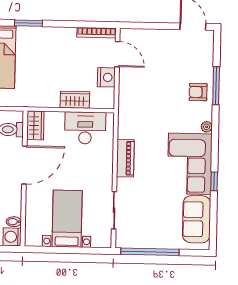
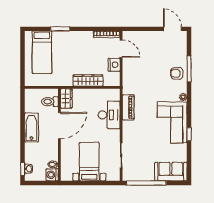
wardrobe: (75, 100) -> (88, 80), width x1.50
desk: (85, 128) -> (109, 115), moved, turned 90
piano: (125, 158) -> (128, 107), moved
sofa: (197, 219) -> (171, 172), moved, turned 90

